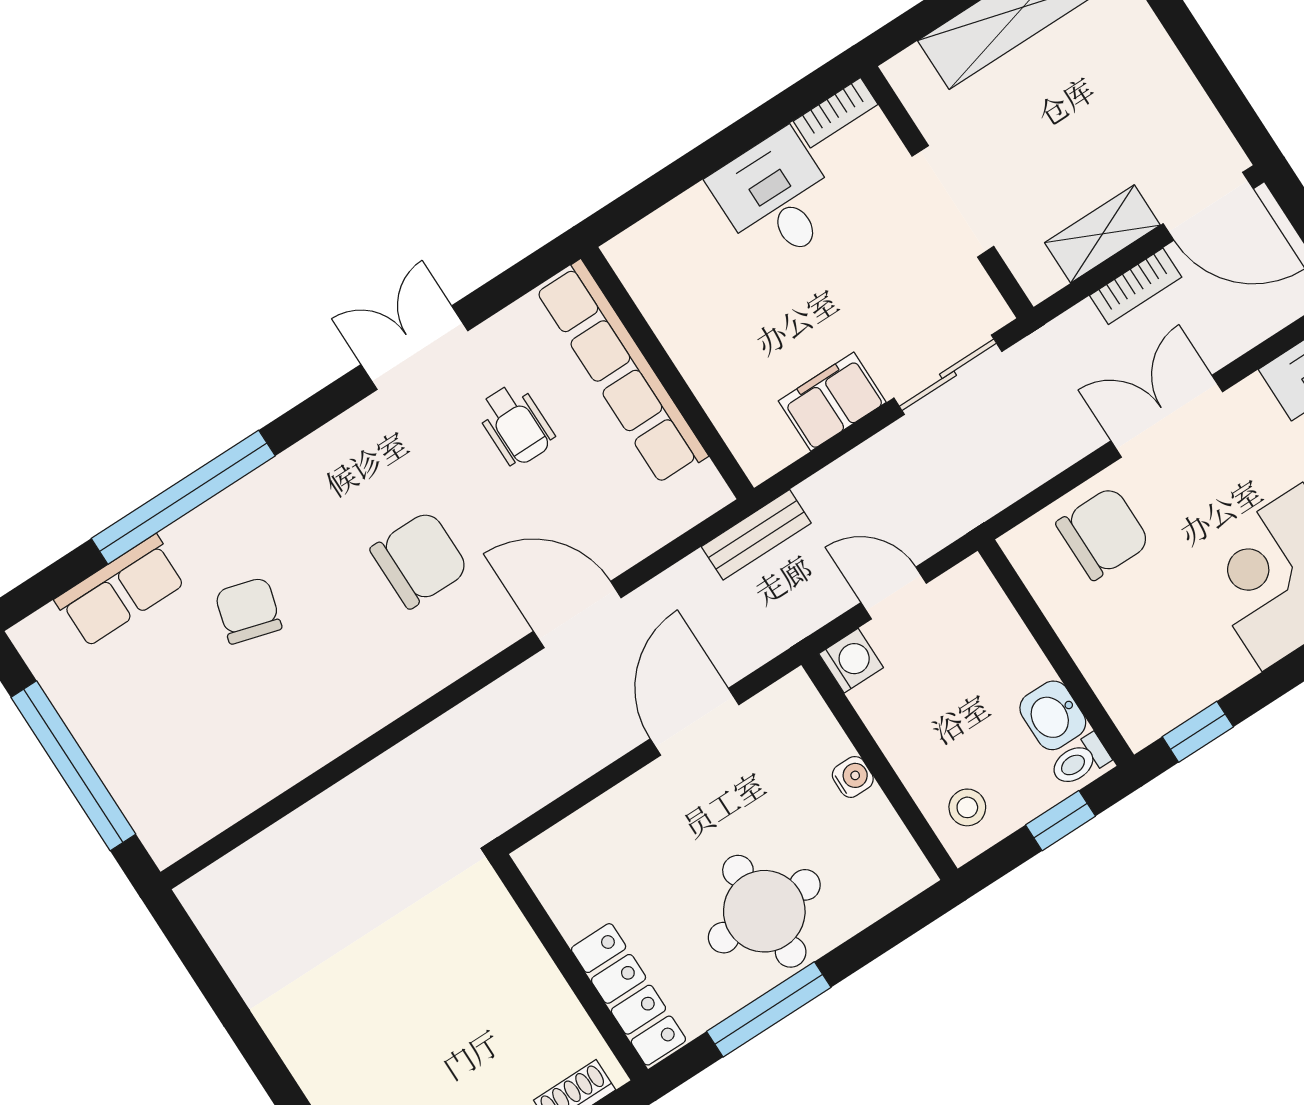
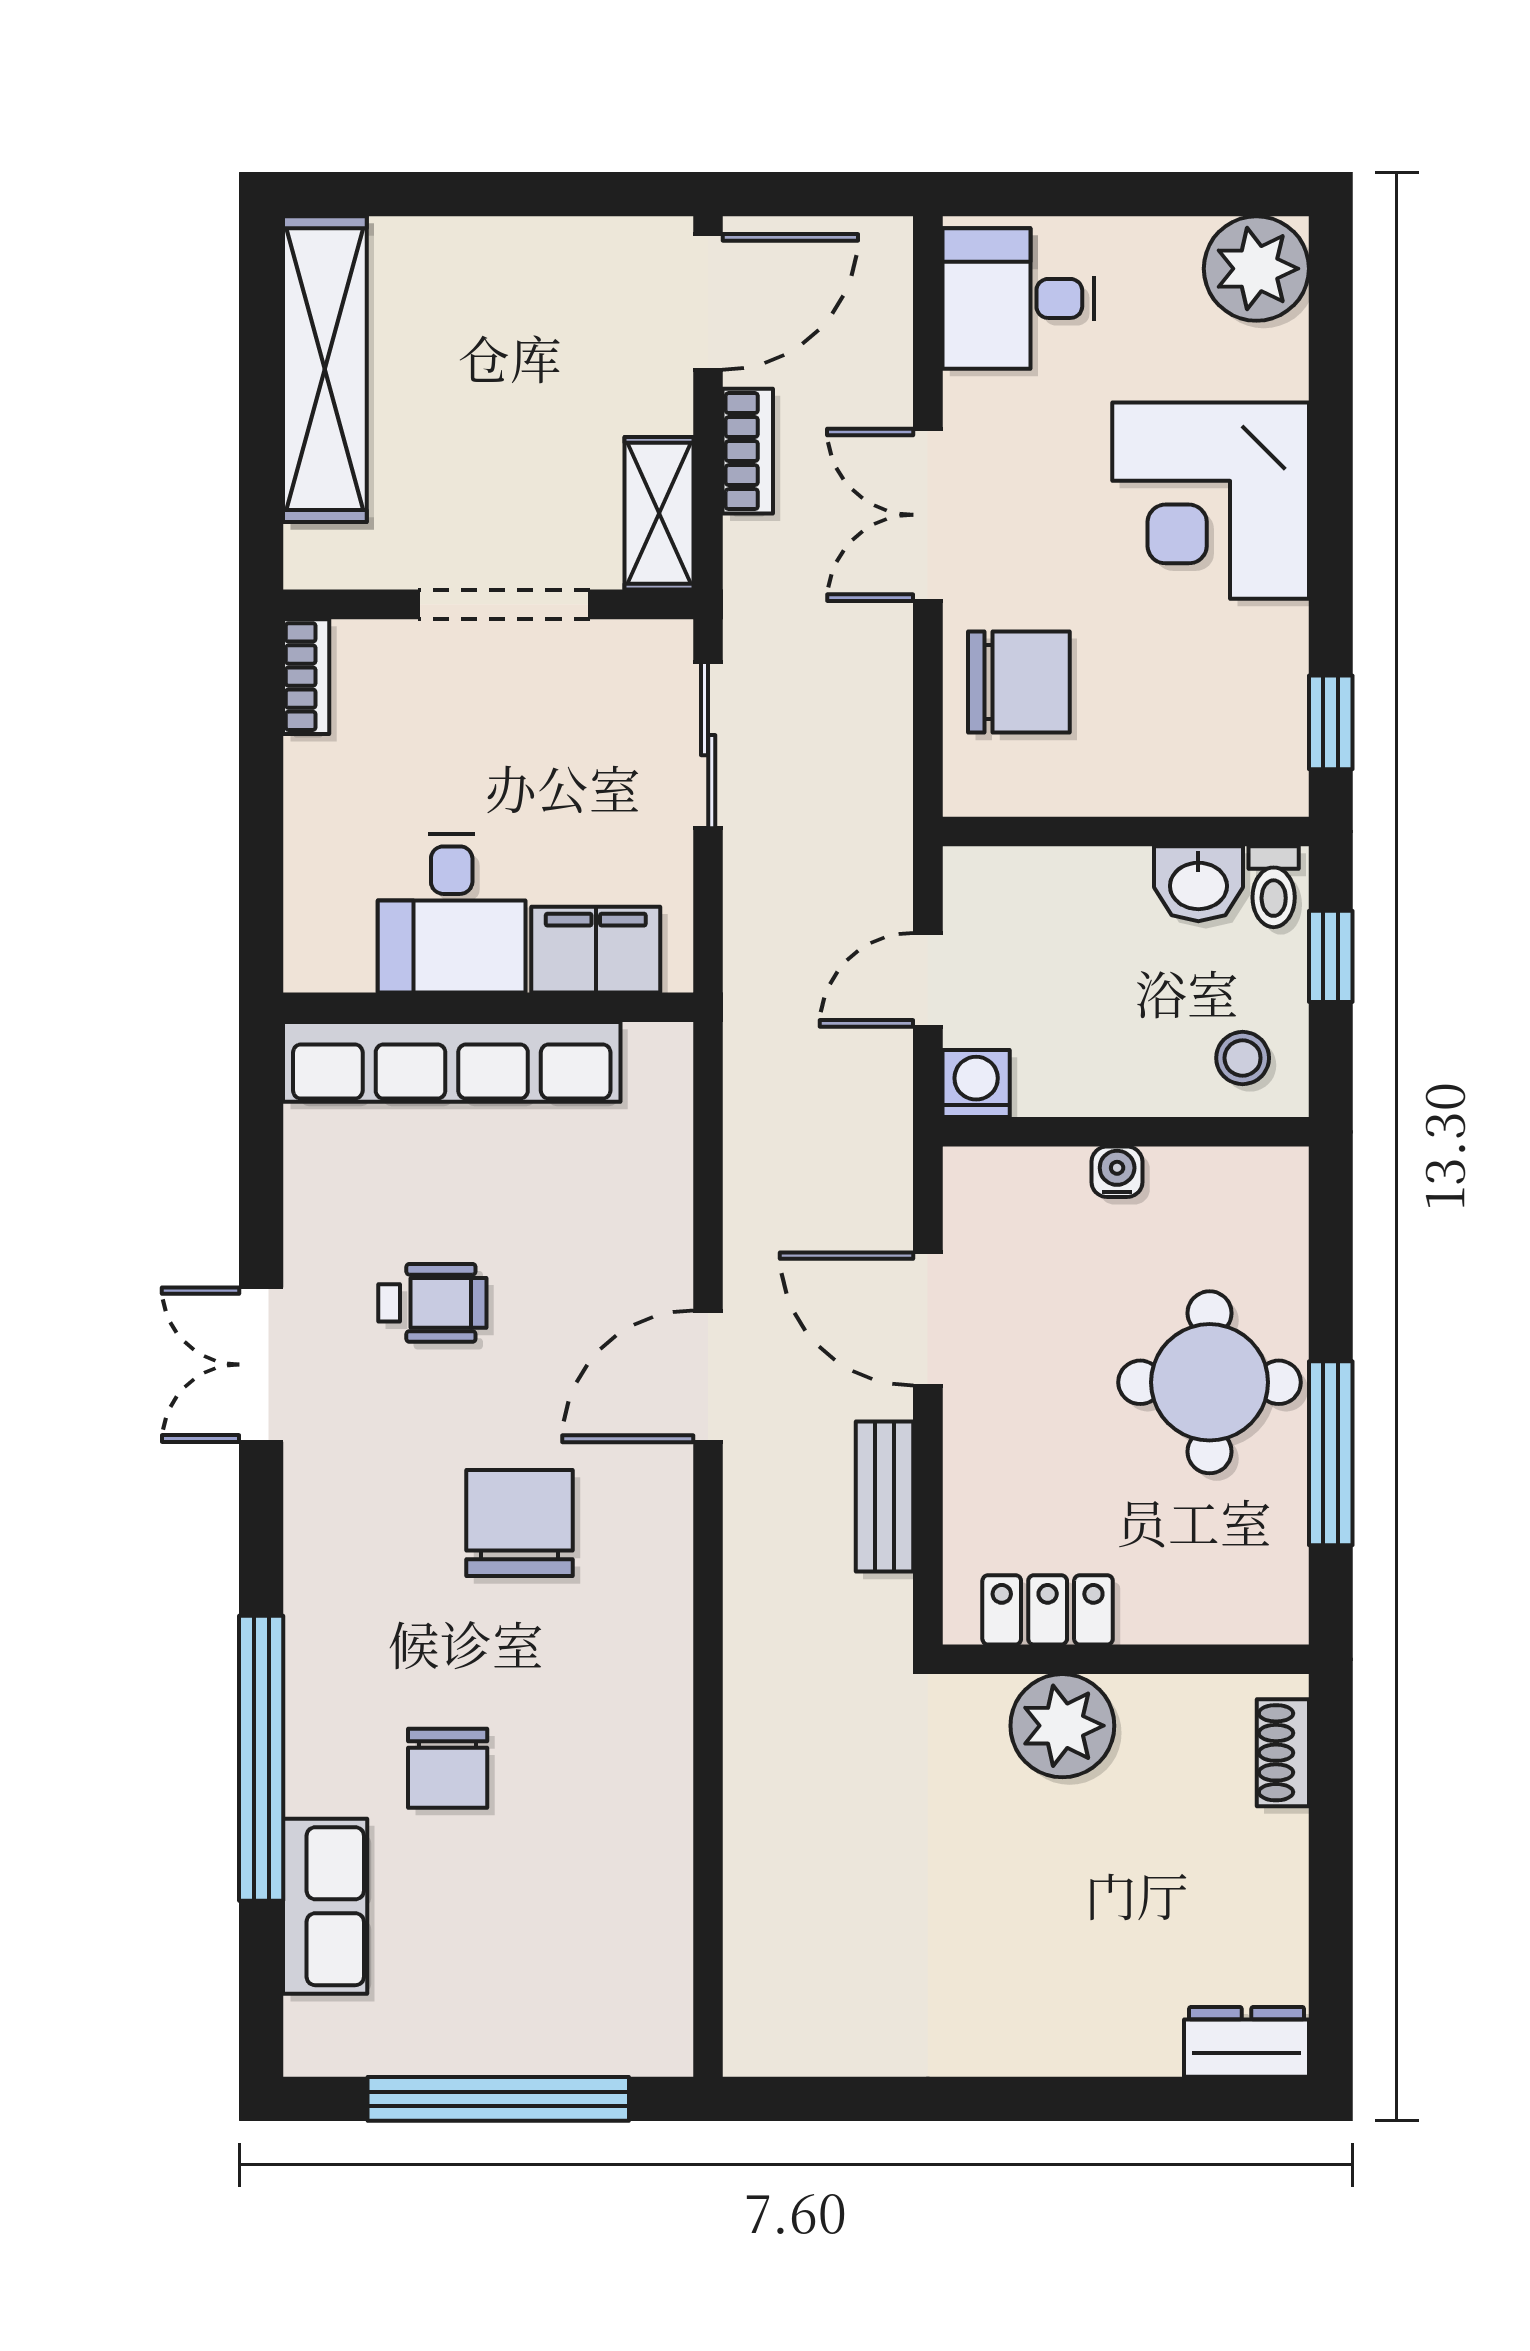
desk: (776, 198) -> (452, 913), moved, turned -90
shelving: (1102, 234) -> (659, 513), moved
row of seats: (622, 372) -> (452, 1062), moved
wall: (667, 373) -> (488, 1007), moved
filing cabinet: (832, 402) -> (596, 950), moved, turned 90
chair: (1103, 533) -> (1019, 682), turned 90
bench: (756, 535) -> (885, 1497), moved
chair: (248, 610) -> (448, 1768), turned -106
plant: (507, 955) -> (1062, 1726), added
locker: (628, 994) -> (1048, 1610), moved, width x0.66

